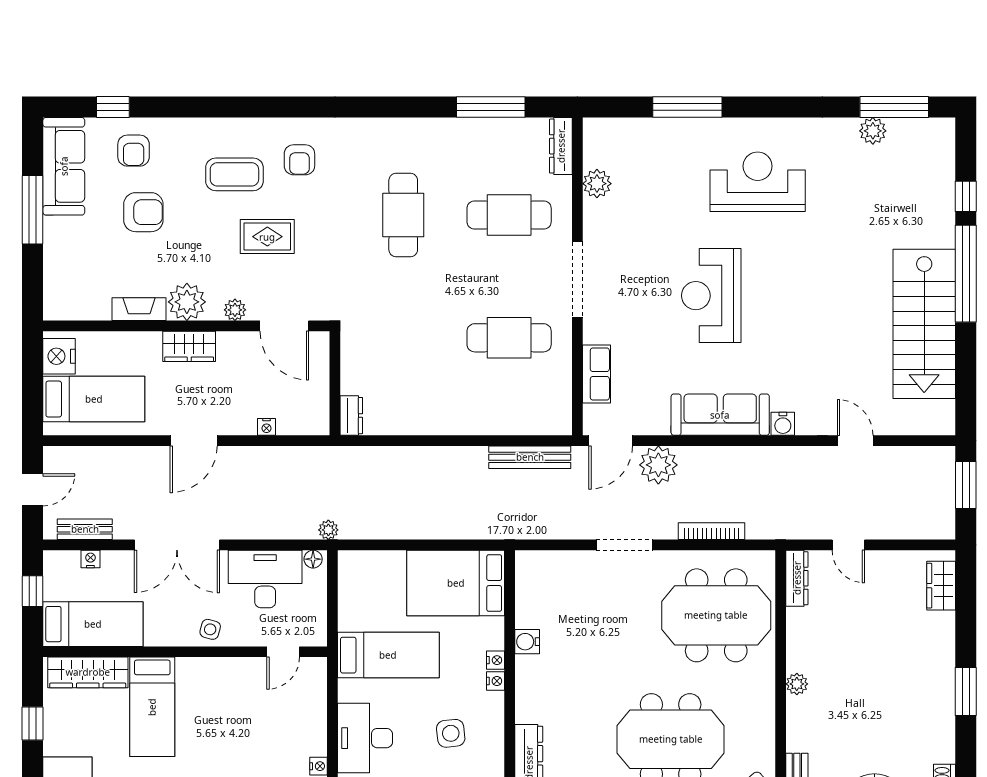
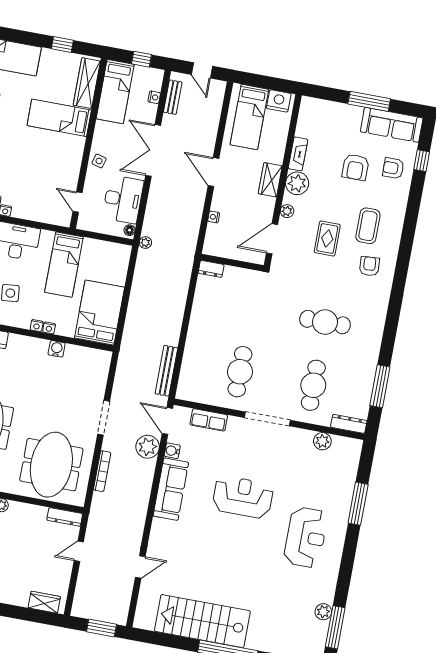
armchair: (299, 160) -> (369, 266), turned 86
water cooler: (783, 424) -> (172, 451), moved

